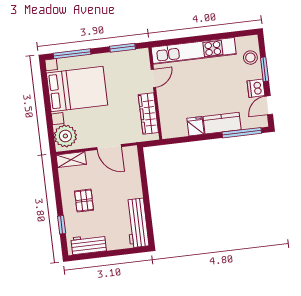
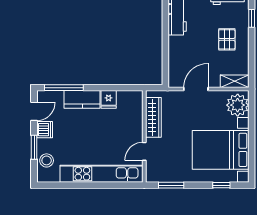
window: (72, 54) -> (221, 185), width x0.46
door: (109, 147) -> (196, 89), hinge flipped

